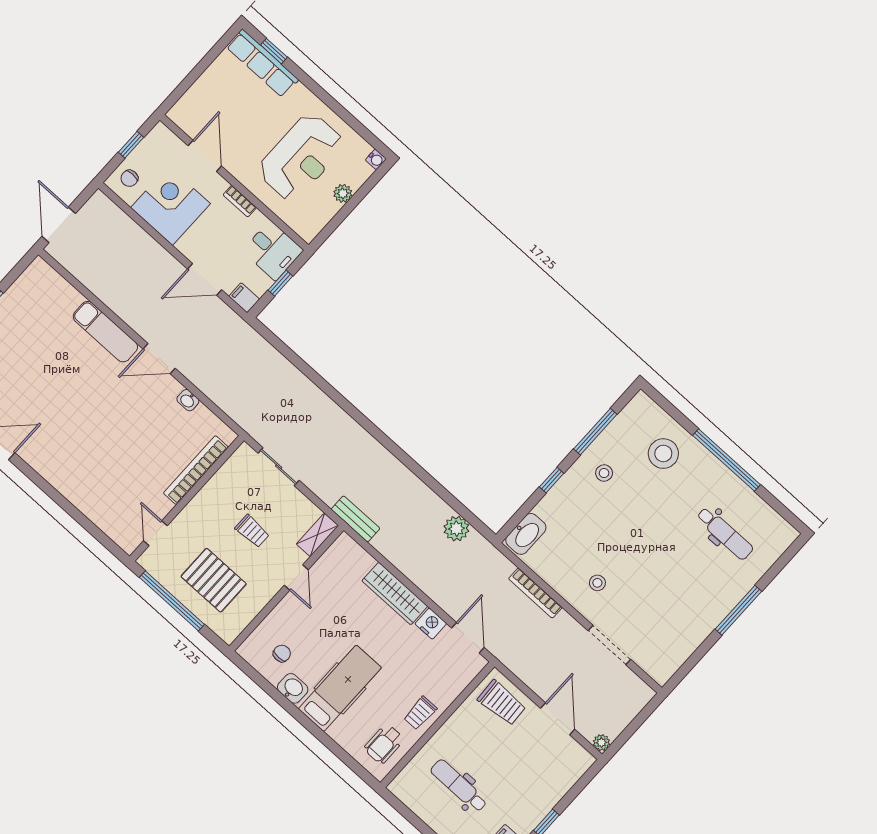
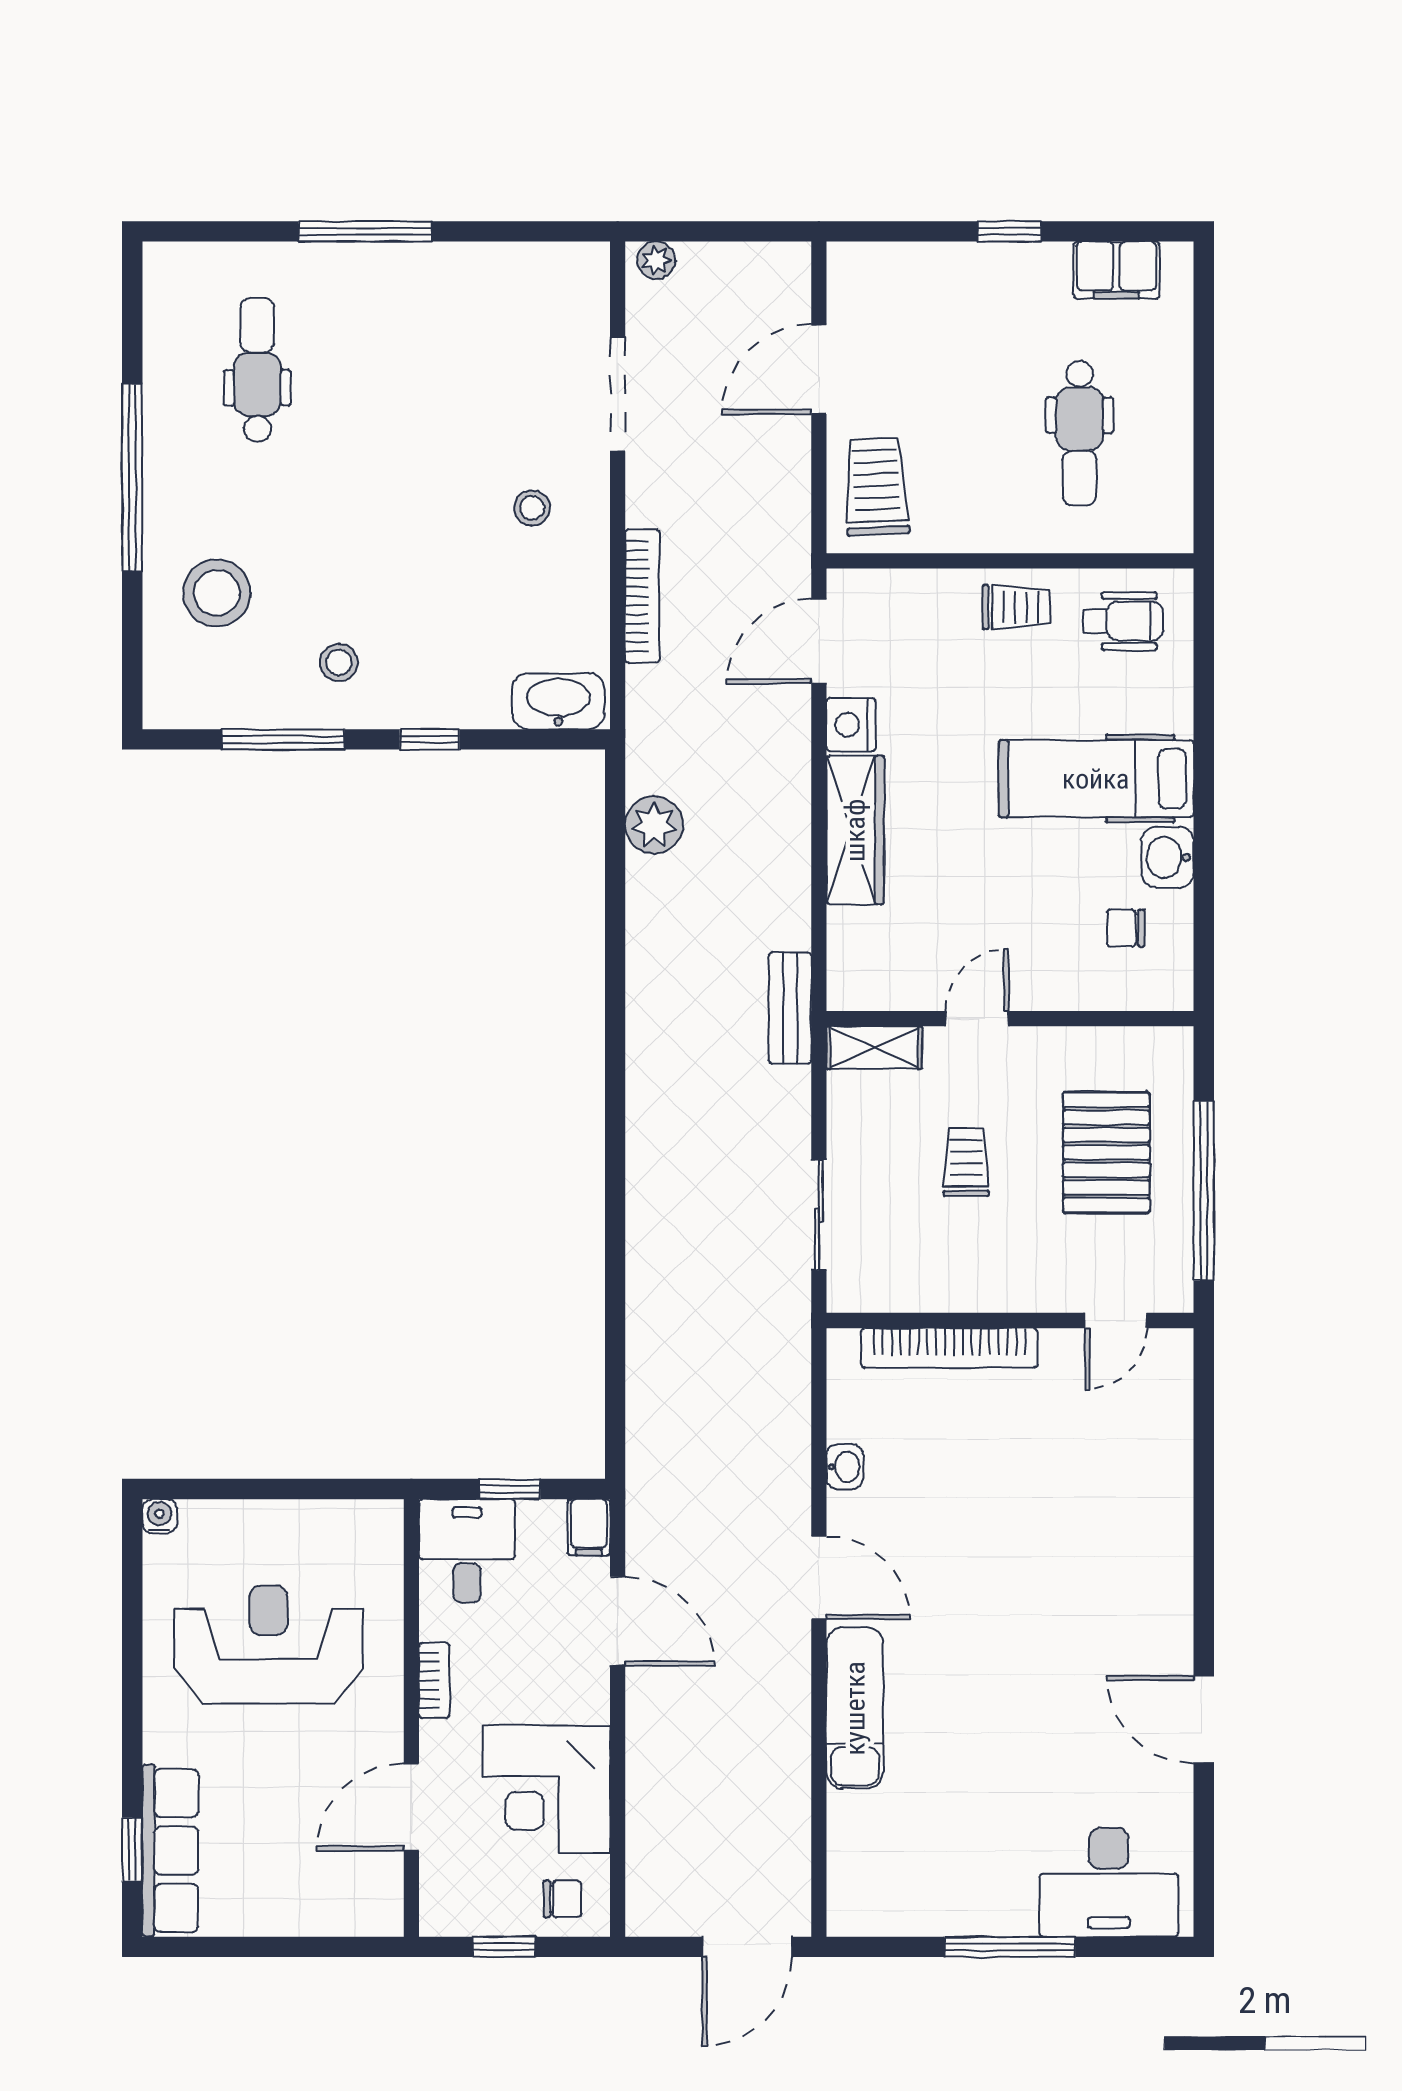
plant: (343, 193) -> (266, 1520), removed
plant: (601, 743) -> (656, 260), moved

